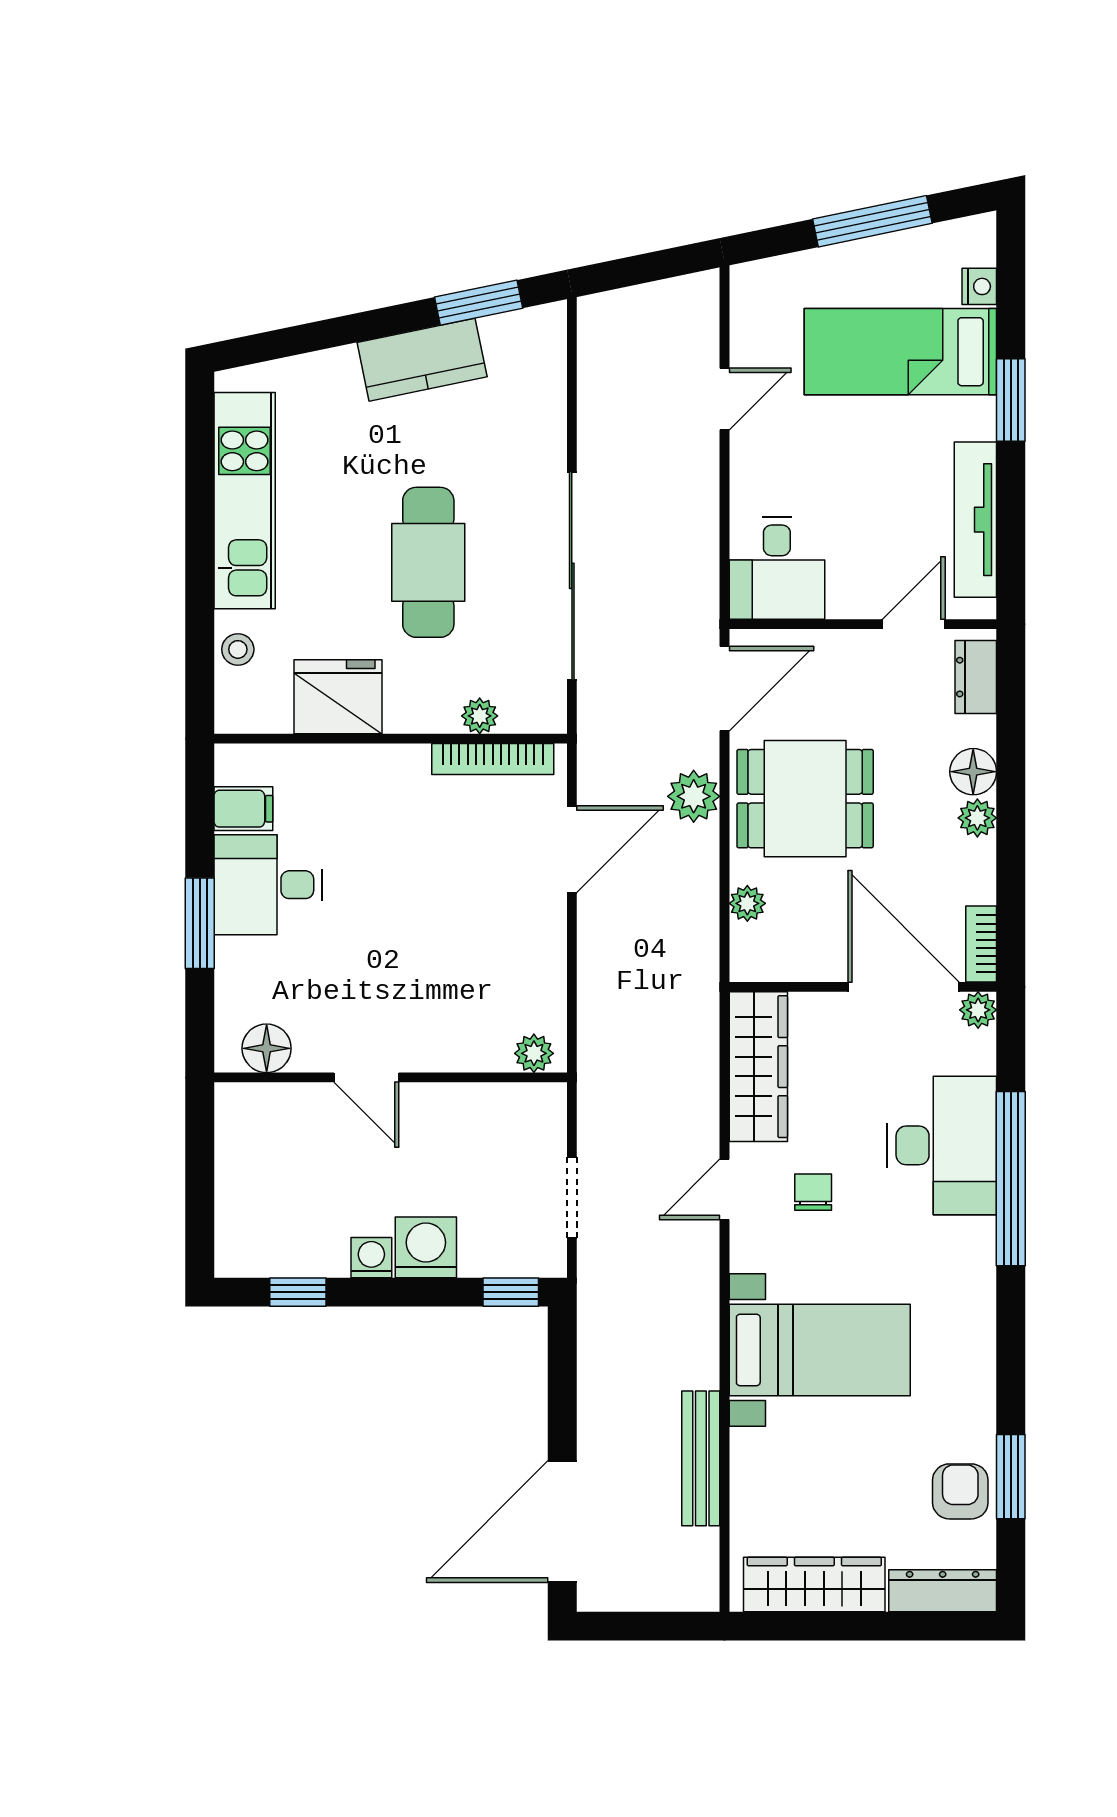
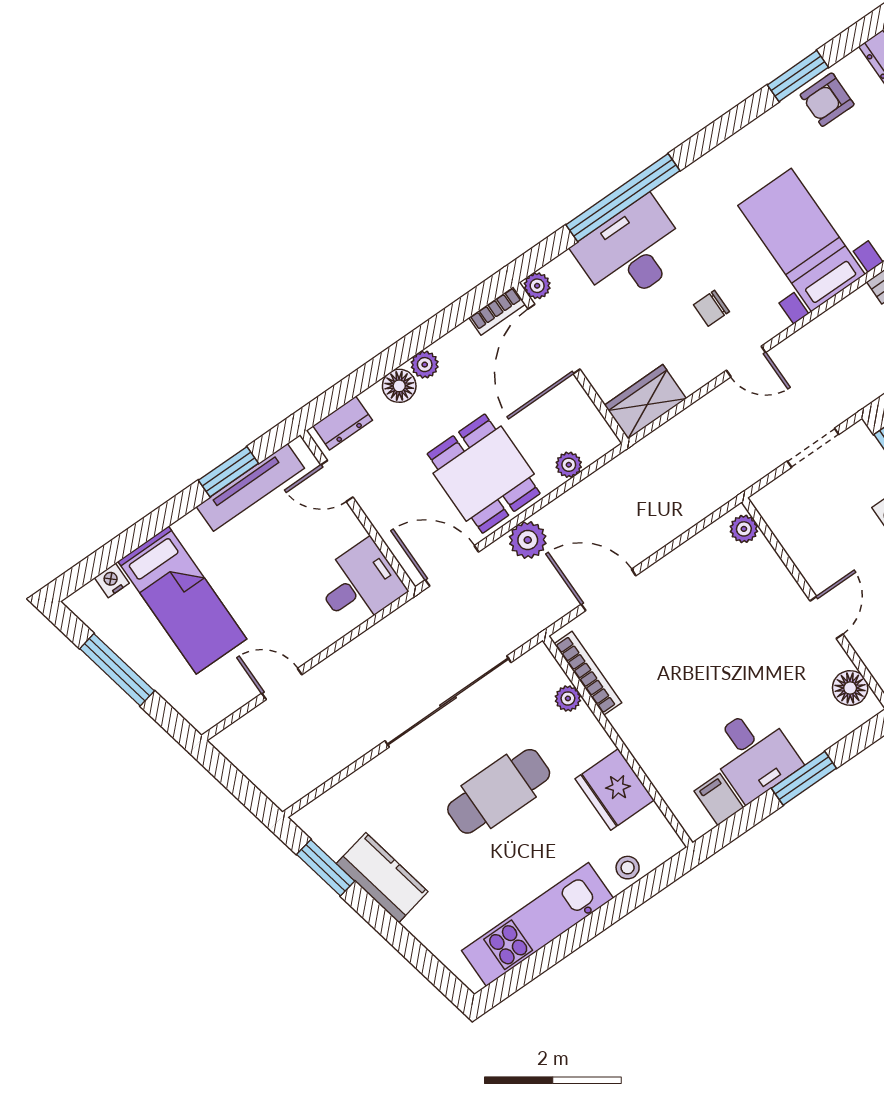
window: (1011, 400) -> (228, 472), moved
wardrobe: (758, 1067) -> (645, 402), width x0.67

